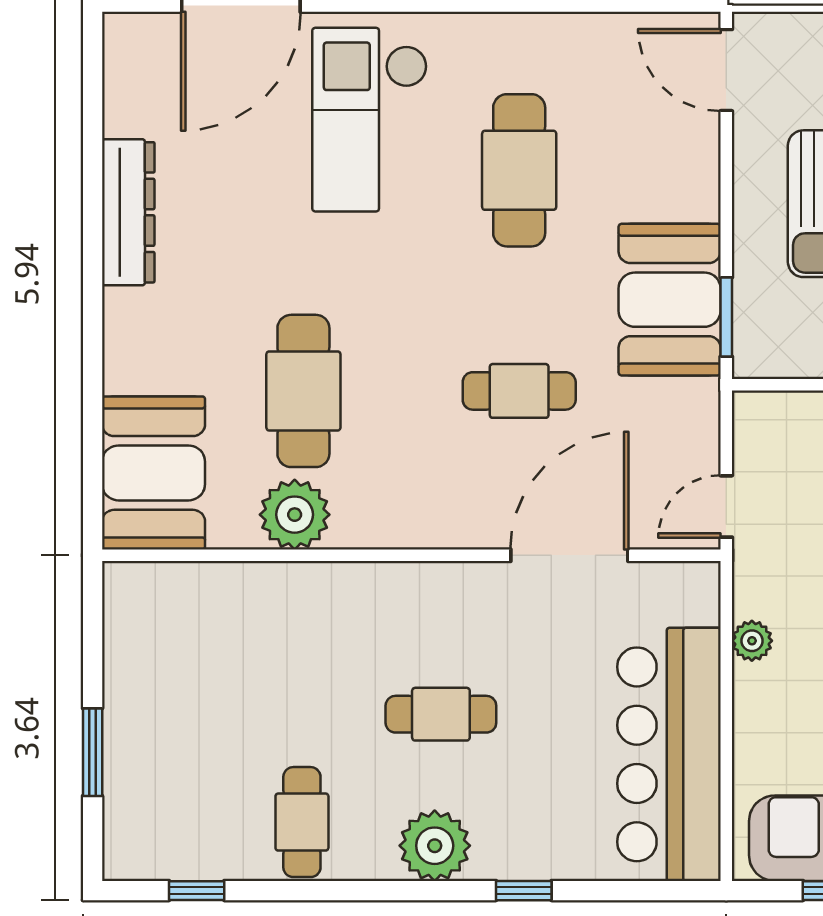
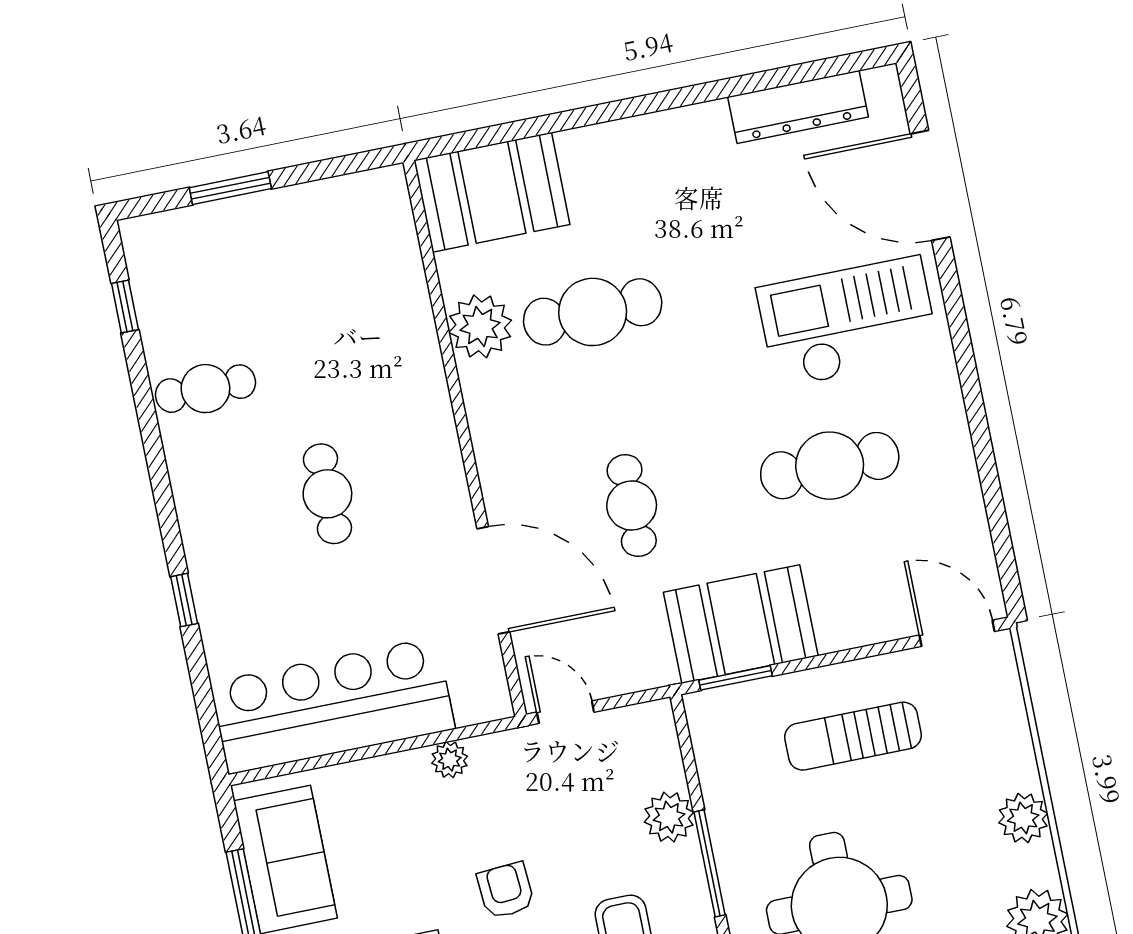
door: (726, 70) -> (957, 633), hinge flipped
dresser: (128, 212) -> (798, 107), moved
plant: (435, 846) -> (208, 512), removed

